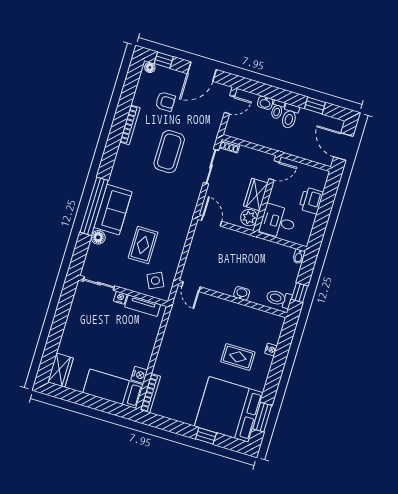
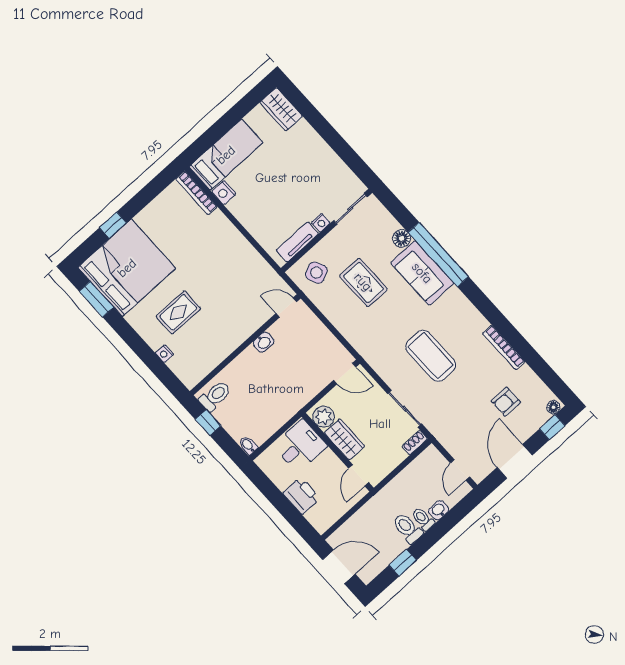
coffee table: (169, 152) -> (431, 356), moved
washbasin: (242, 293) -> (264, 342), moved

